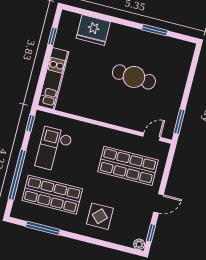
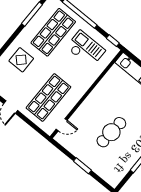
window: (179, 122) -> (82, 166), moved
door: (152, 137) -> (62, 125), hinge flipped

